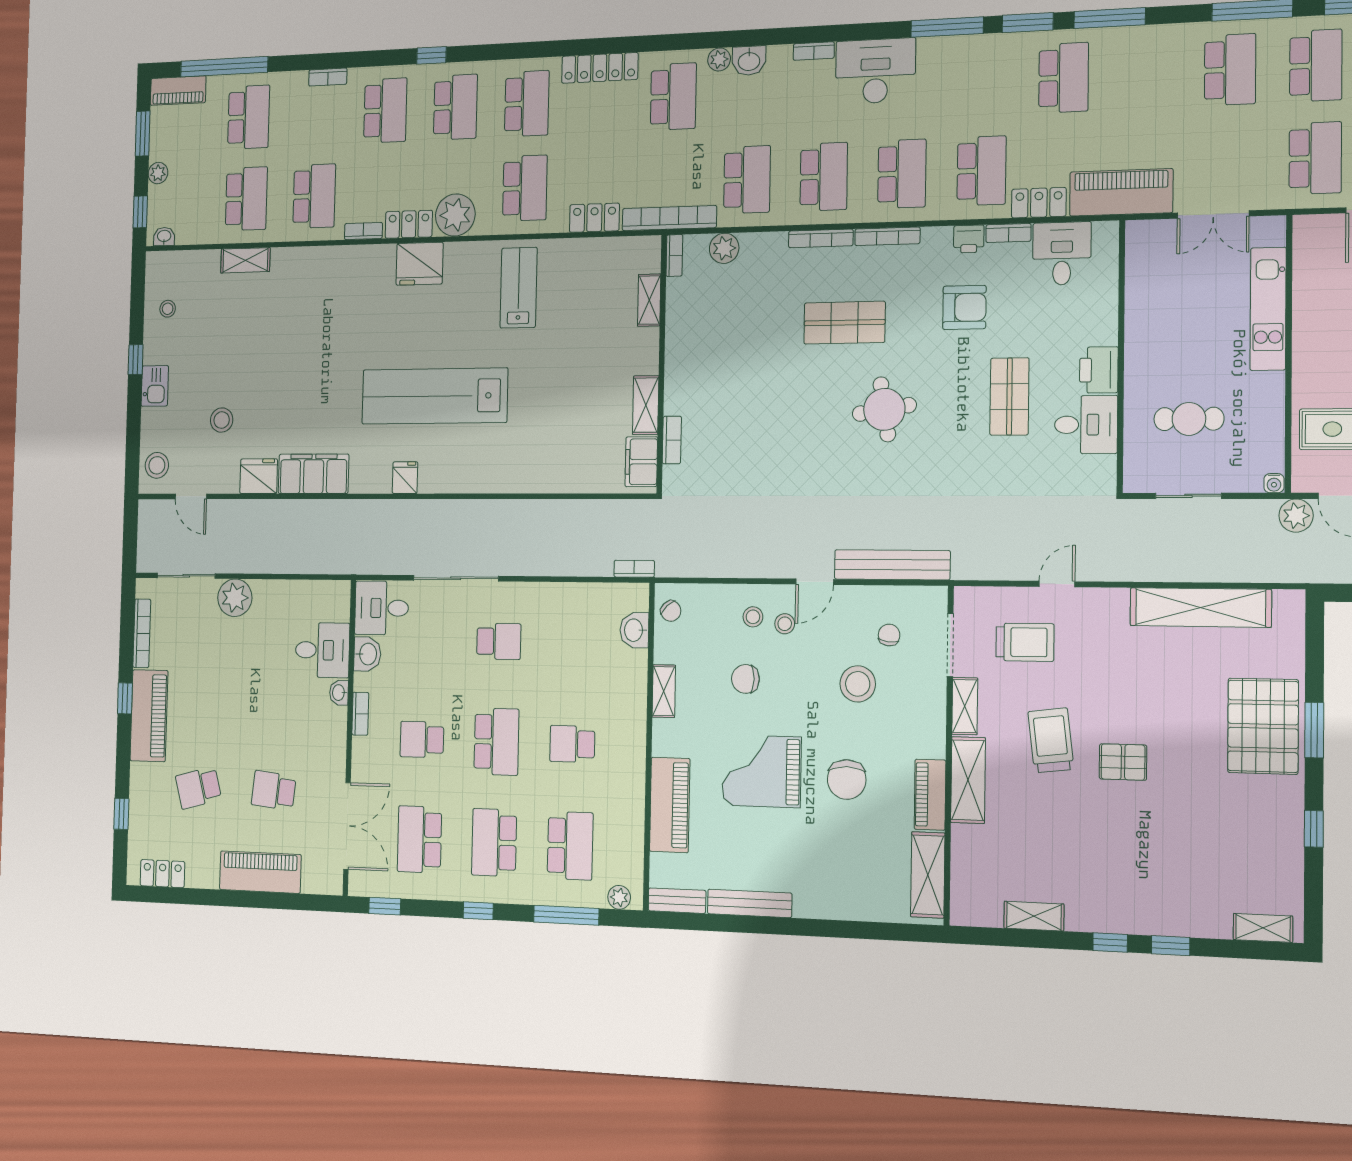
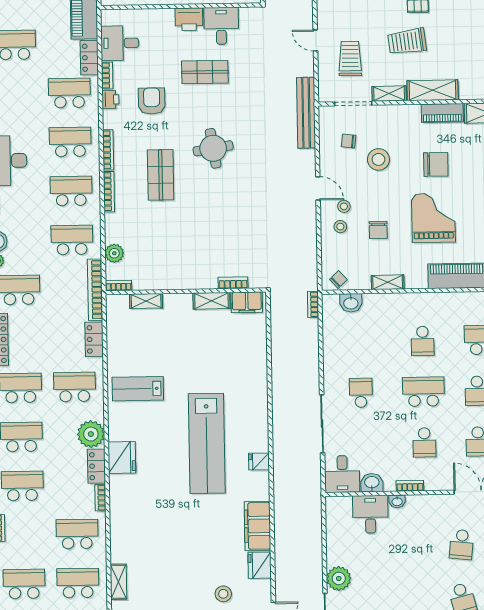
bench: (892, 565) -> (306, 113), moved
grand piano: (762, 771) -> (433, 218), turned 180

